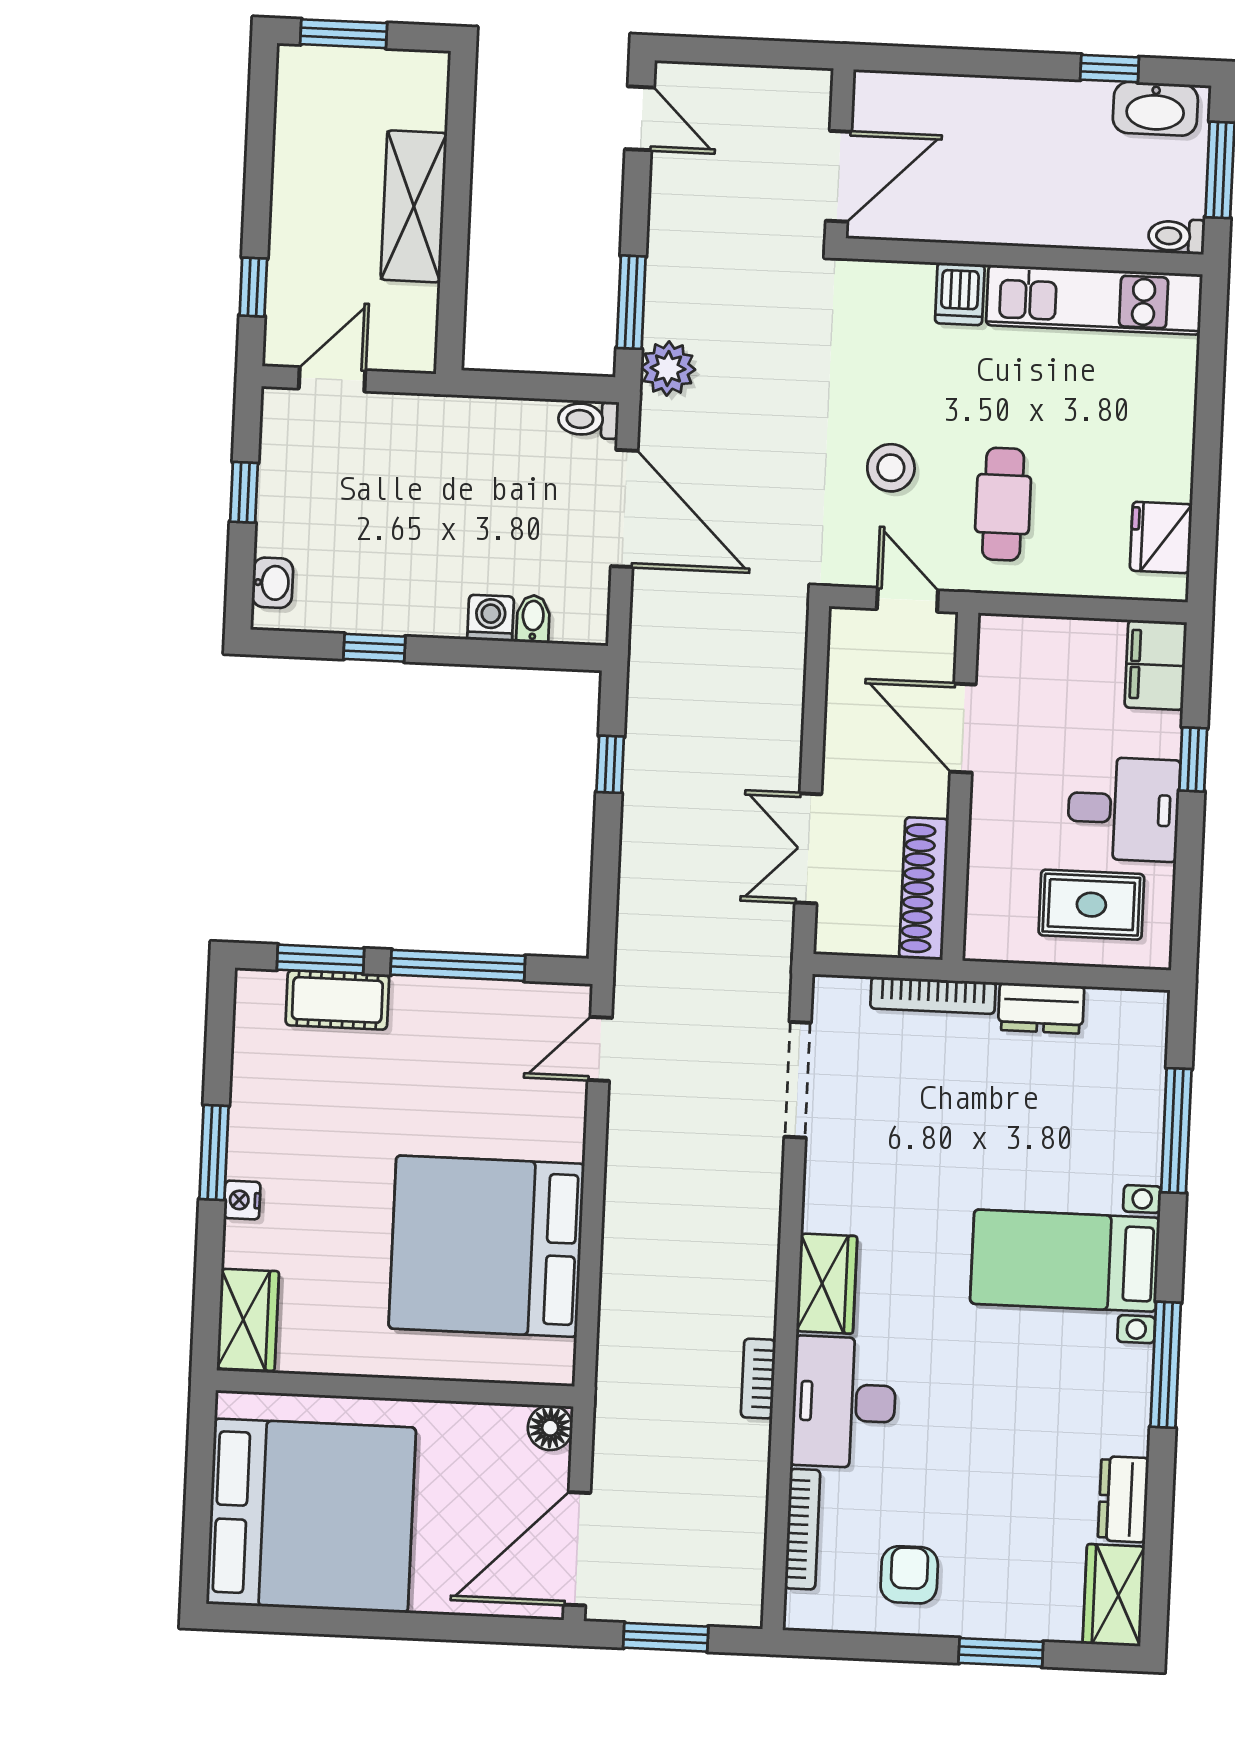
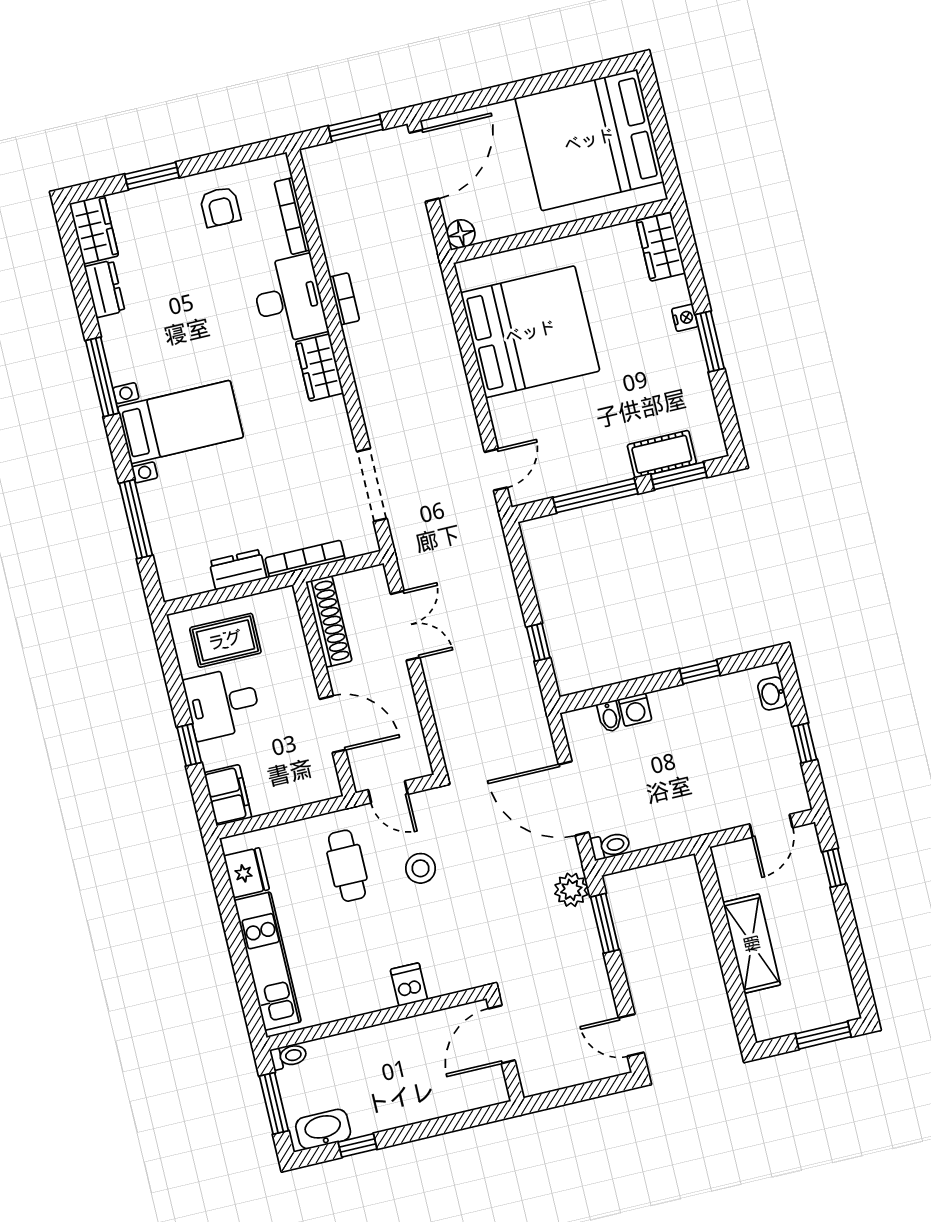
kitchen unit: (1094, 300) -> (268, 961), moved, turned 90

